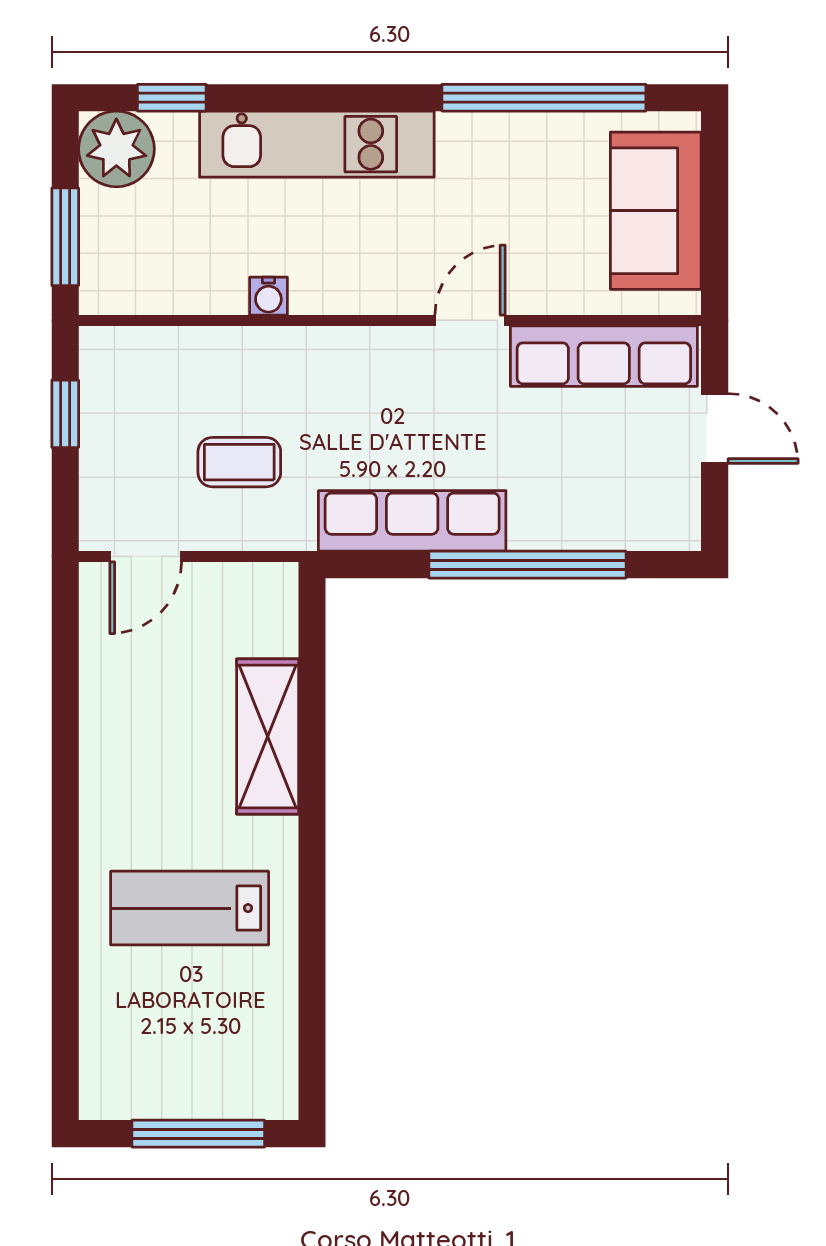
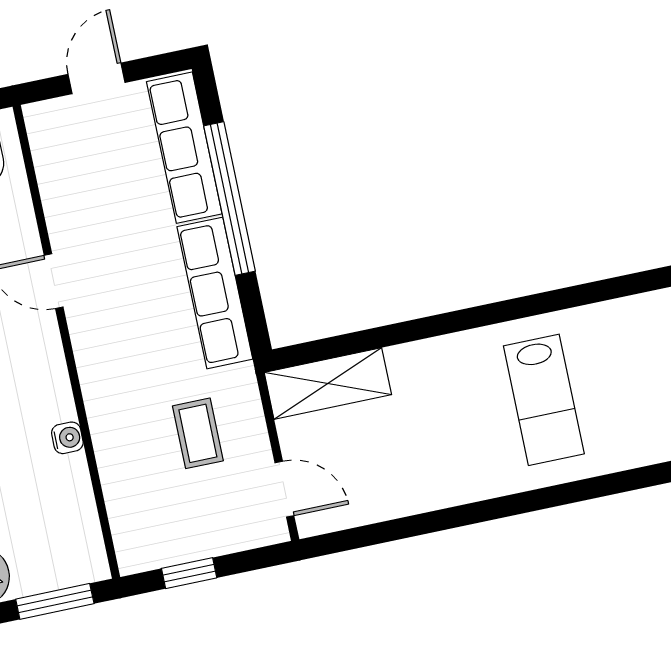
row of seats: (604, 356) -> (184, 148), moved, turned 180
shelving: (268, 736) -> (328, 384), moved

